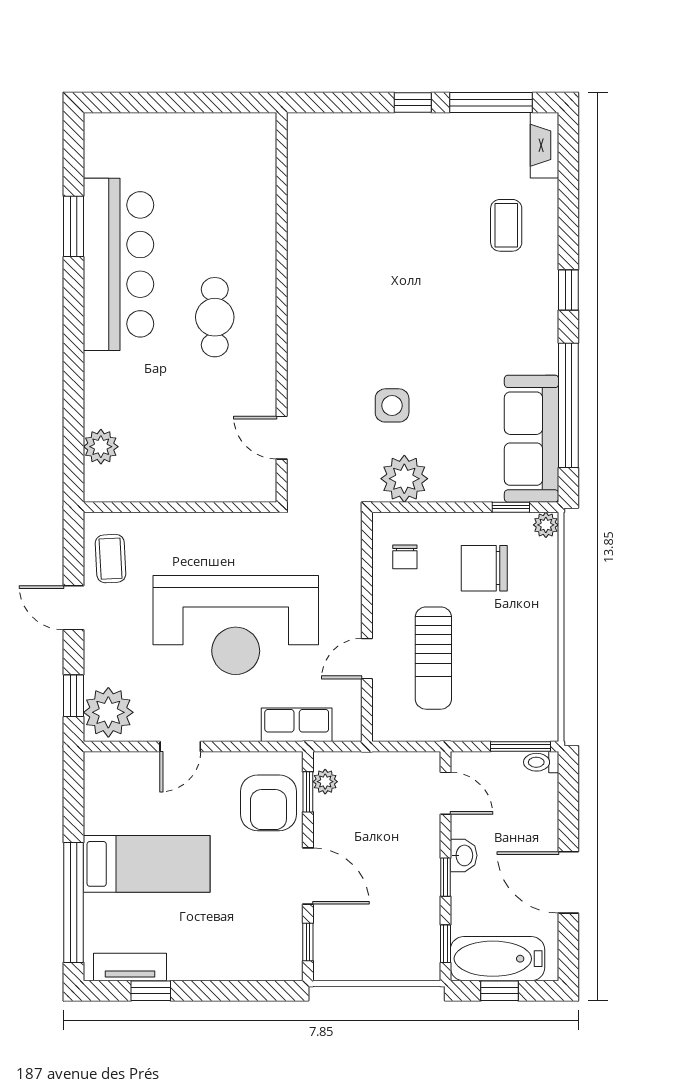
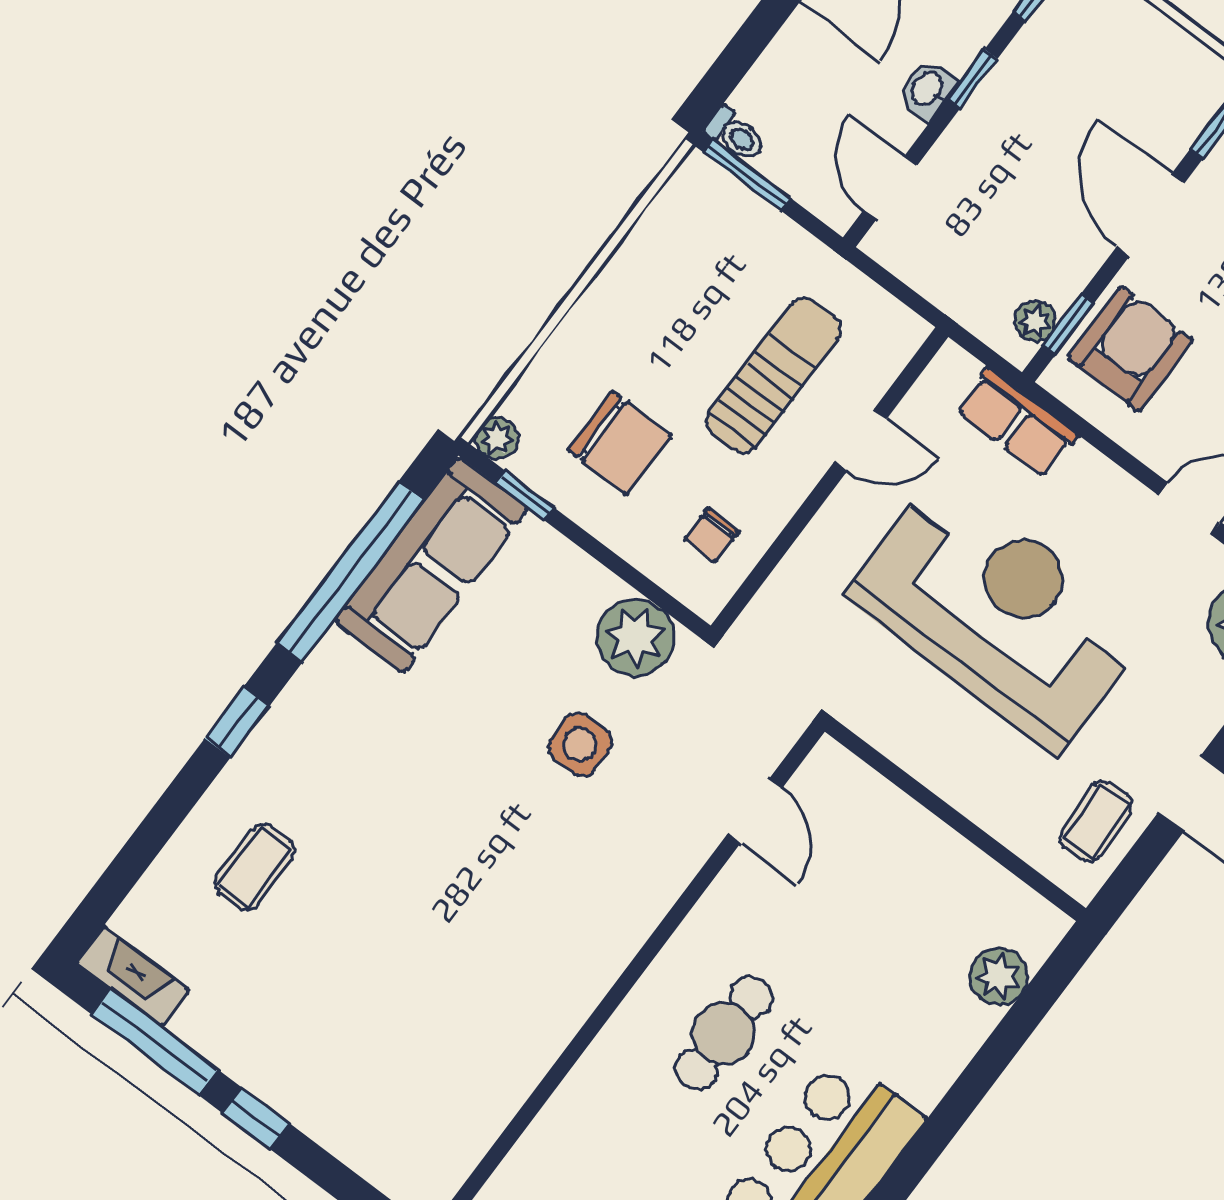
fireplace: (545, 145) -> (133, 977), moved, turned -90
chair: (405, 557) -> (711, 535), turned 180

